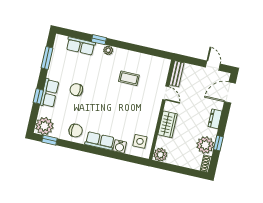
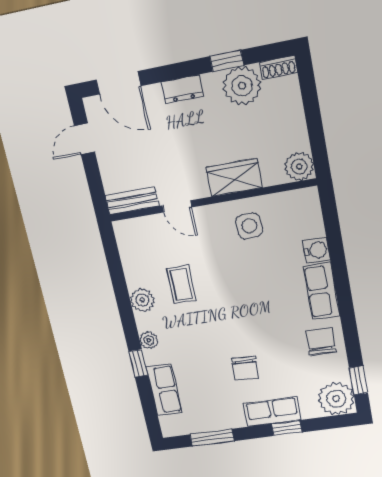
plant: (129, 56) -> (142, 300), added
door: (166, 93) -> (177, 206), swing flipped
side table: (140, 141) -> (249, 226), moved

